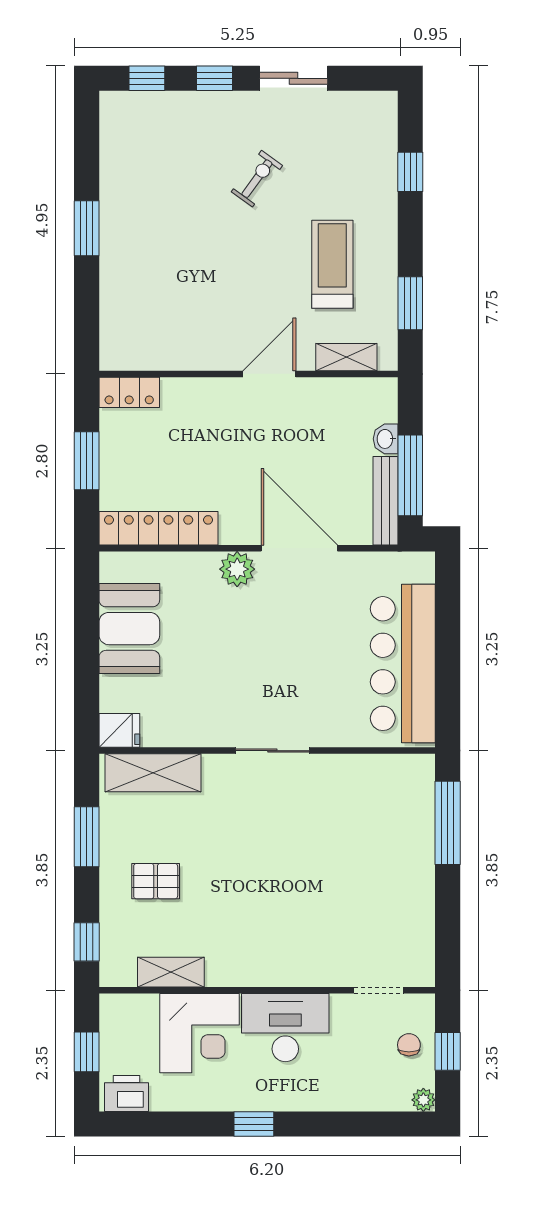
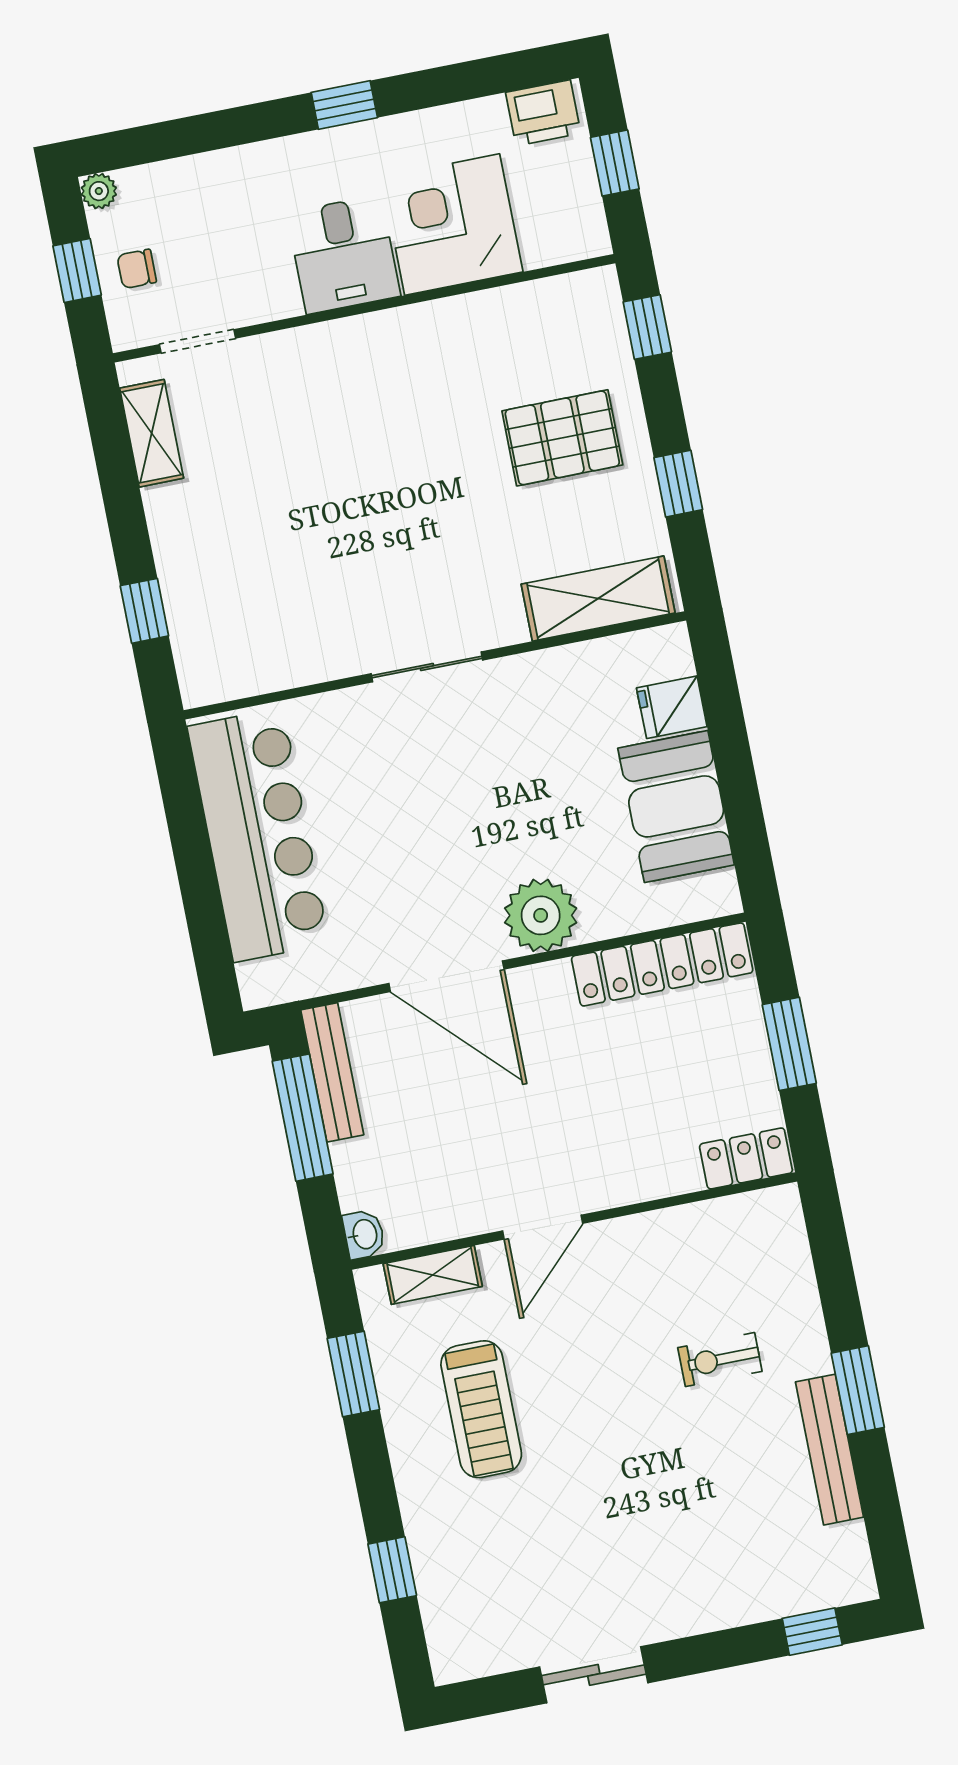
window: (215, 78) -> (711, 1652), removed
exercise bike: (257, 179) -> (720, 1360), moved, turned 54
bench: (112, 194) -> (829, 1450), added
washbasin: (386, 439) -> (364, 1234), moved
plant: (237, 569) -> (541, 915), width x1.36, depth x1.36
fridge: (119, 730) -> (672, 707), moved
window: (448, 823) -> (144, 611), width x0.46
window: (87, 837) -> (678, 484), width x0.67
pallet: (156, 881) -> (562, 438), width x1.50, depth x1.42
shelving: (171, 972) -> (152, 433), moved, turned 90
desk: (285, 1028) -> (344, 254), width x0.73
chair: (409, 1045) -> (137, 269), turned 90

